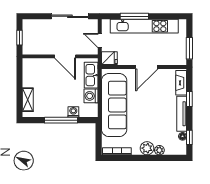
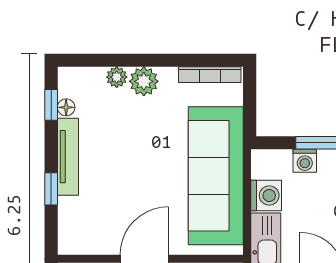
fireplace: (181, 83) -> (69, 224), removed

